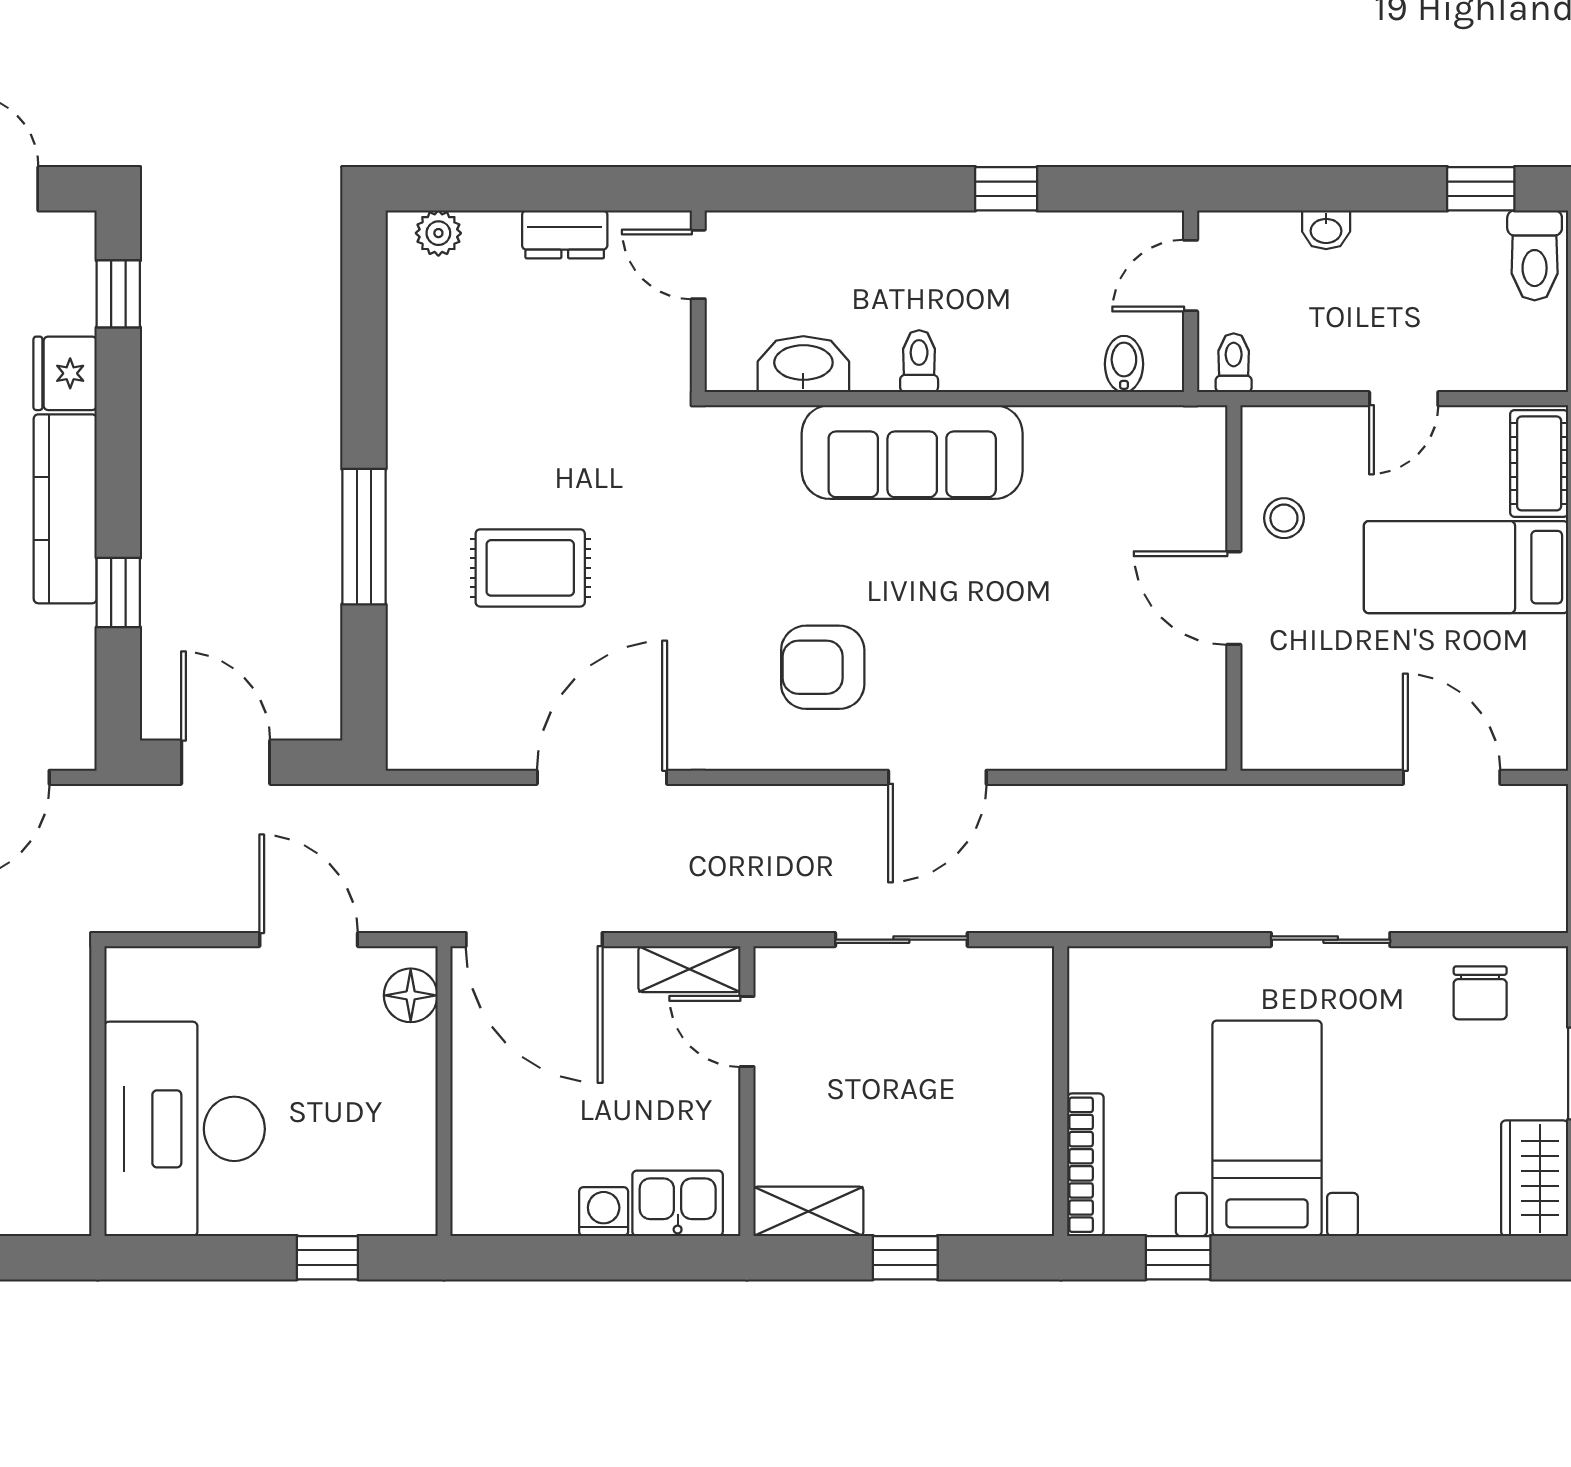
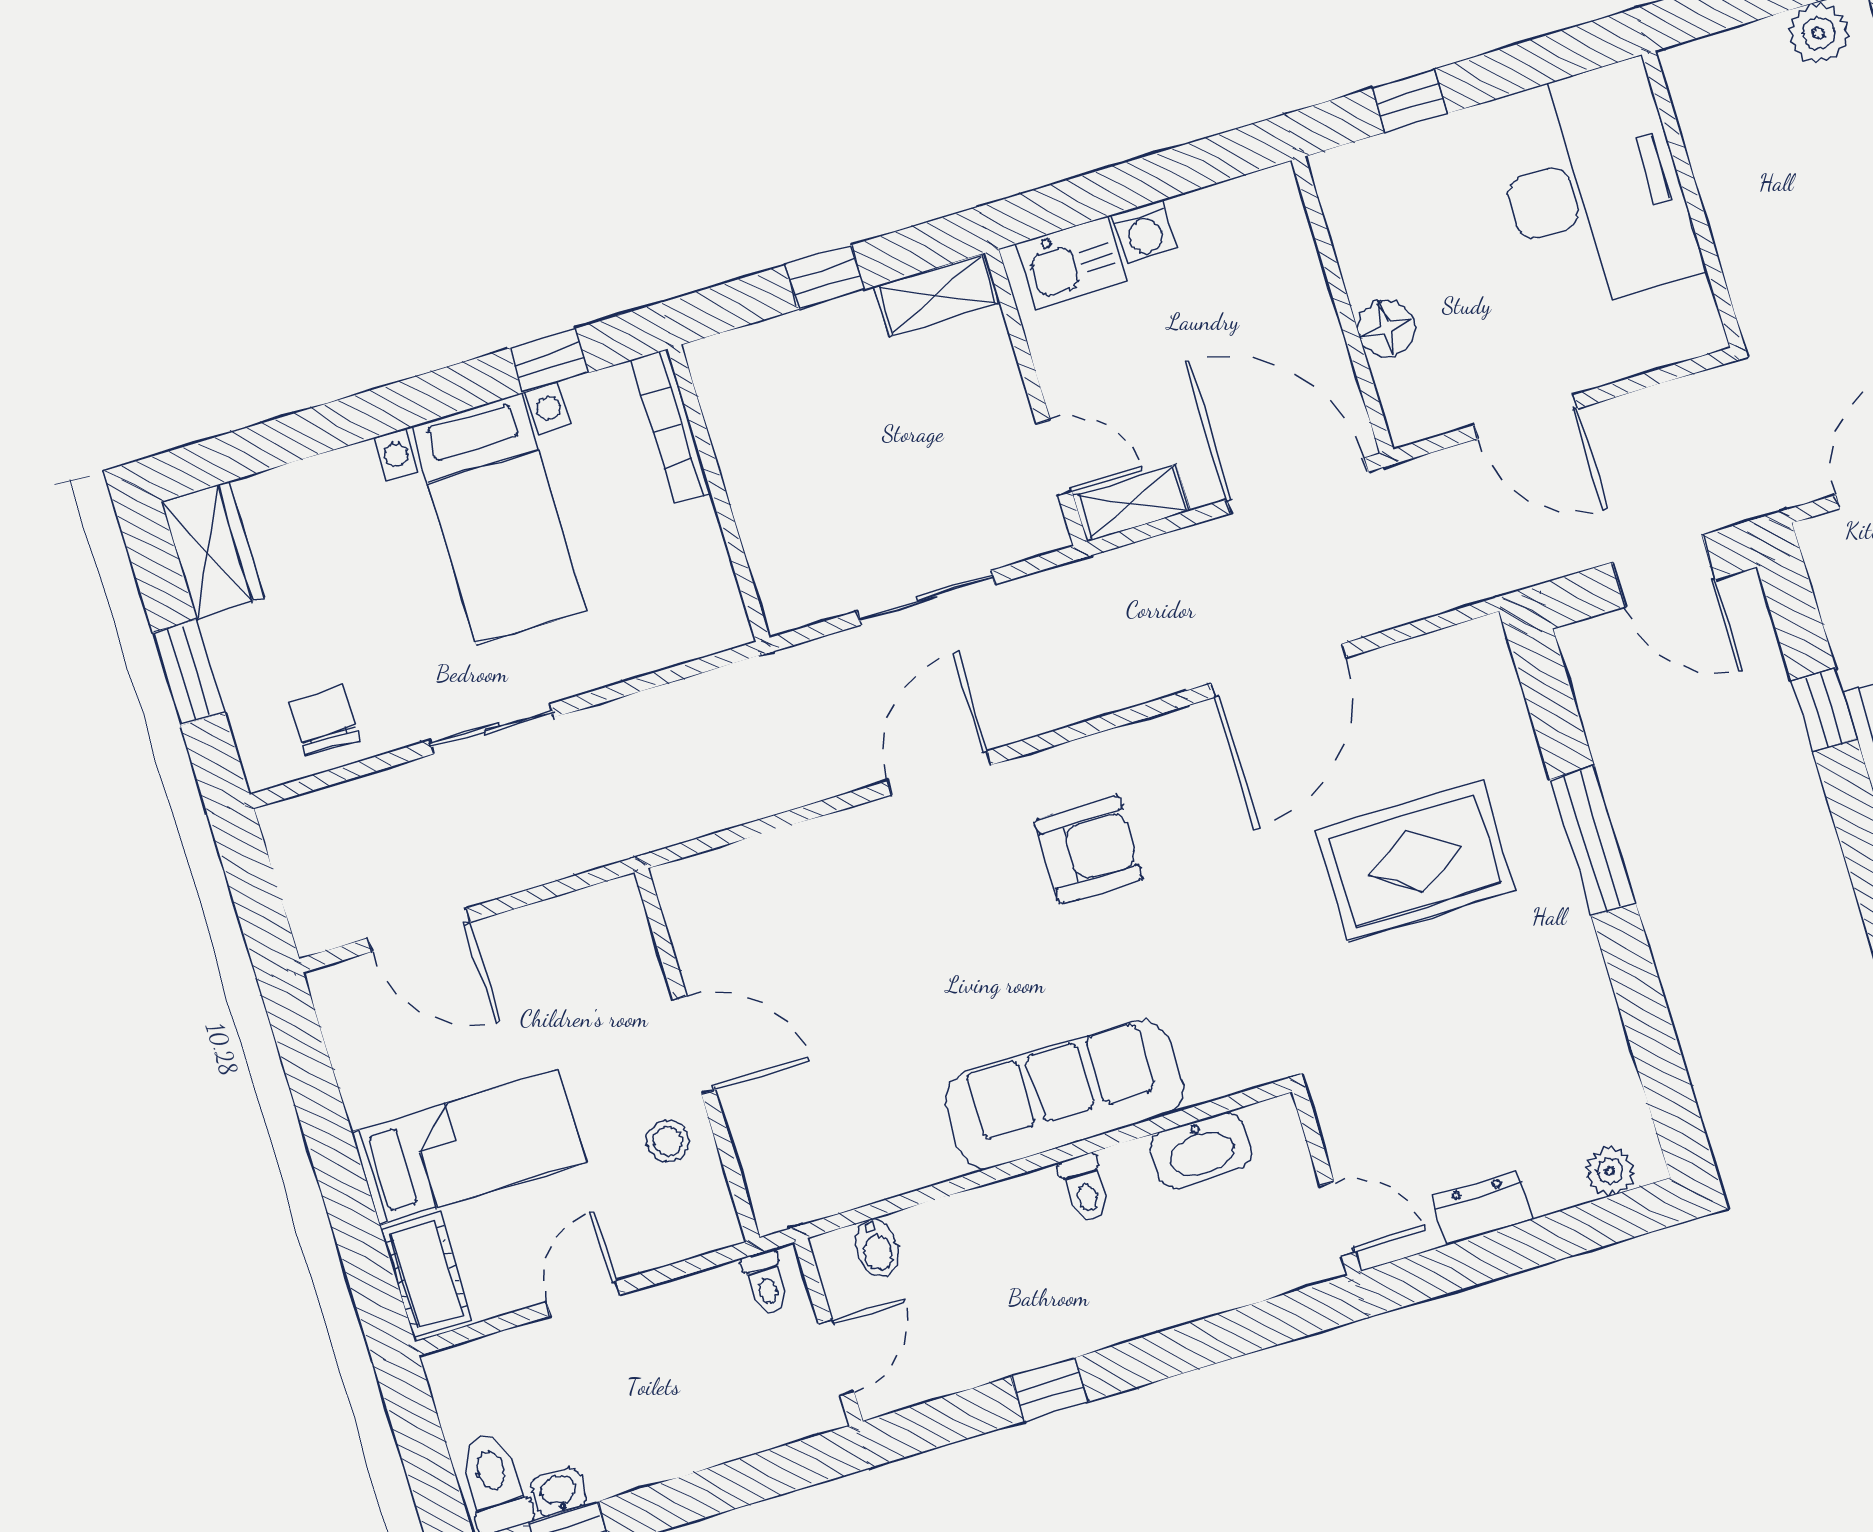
washbasin: (1326, 230) -> (559, 1492), moved
rug: (530, 568) -> (1415, 860), width x1.36, depth x1.43
floor lamp: (411, 995) -> (1386, 328), moved

